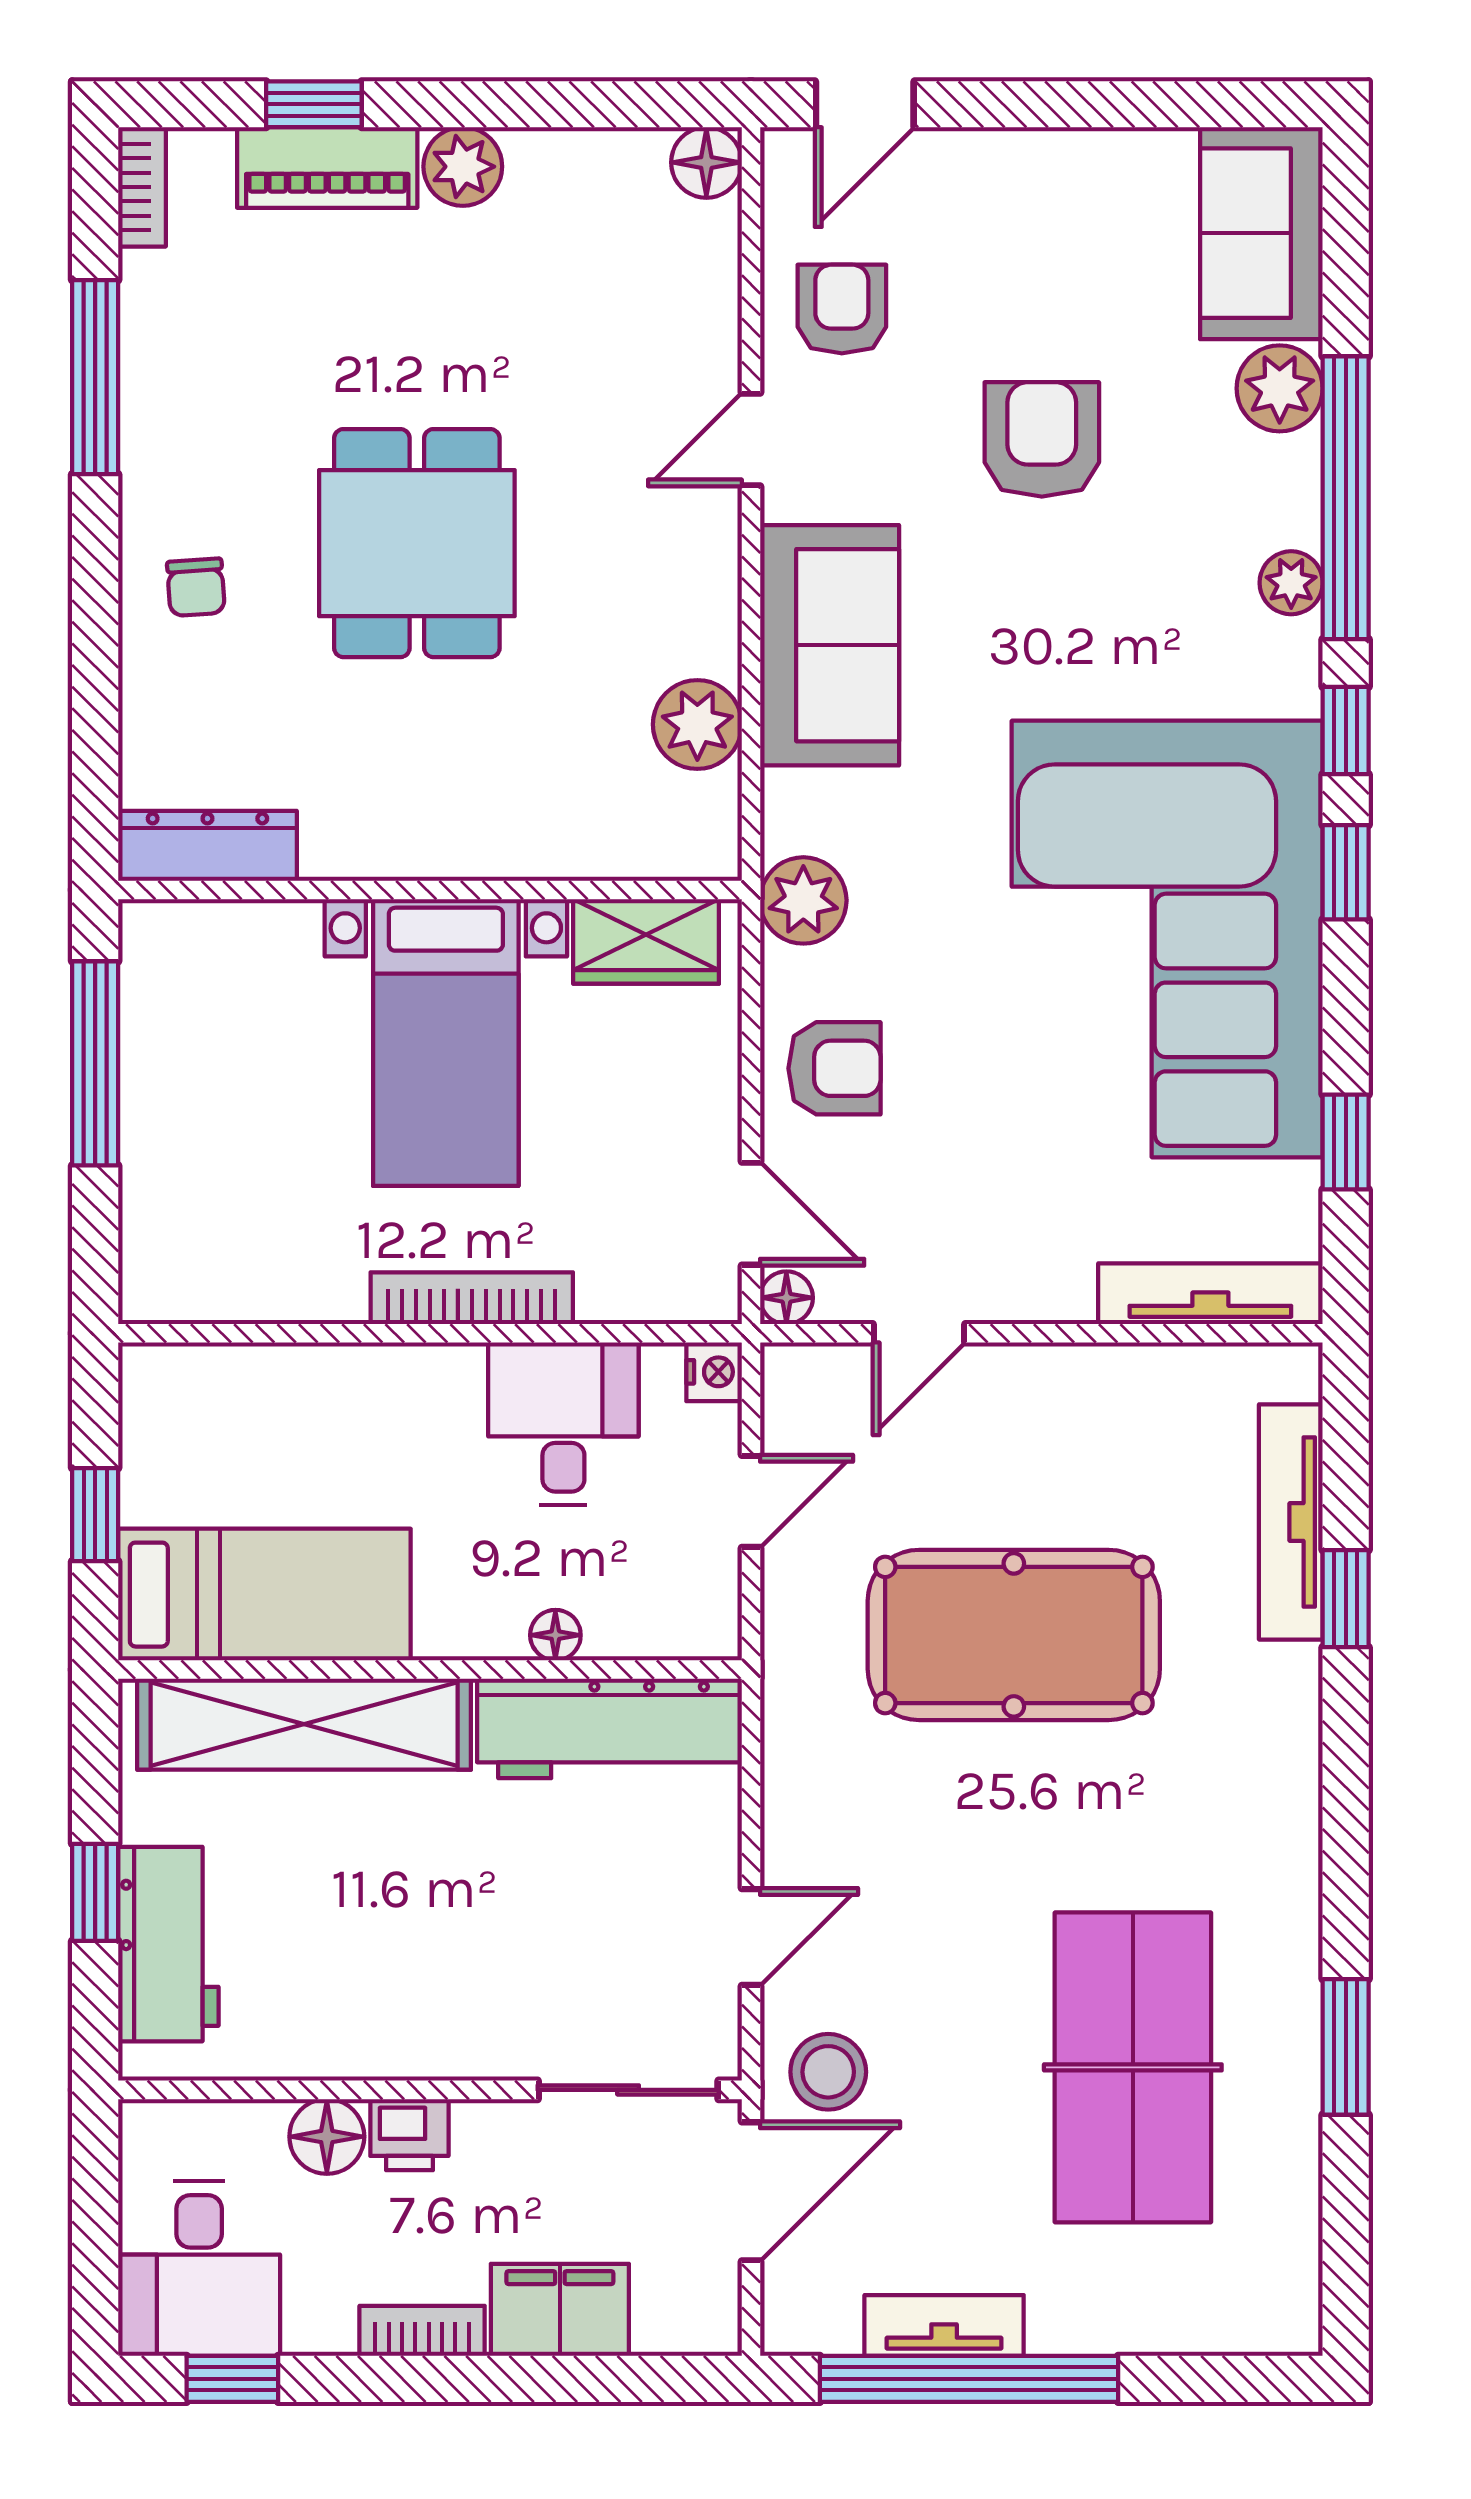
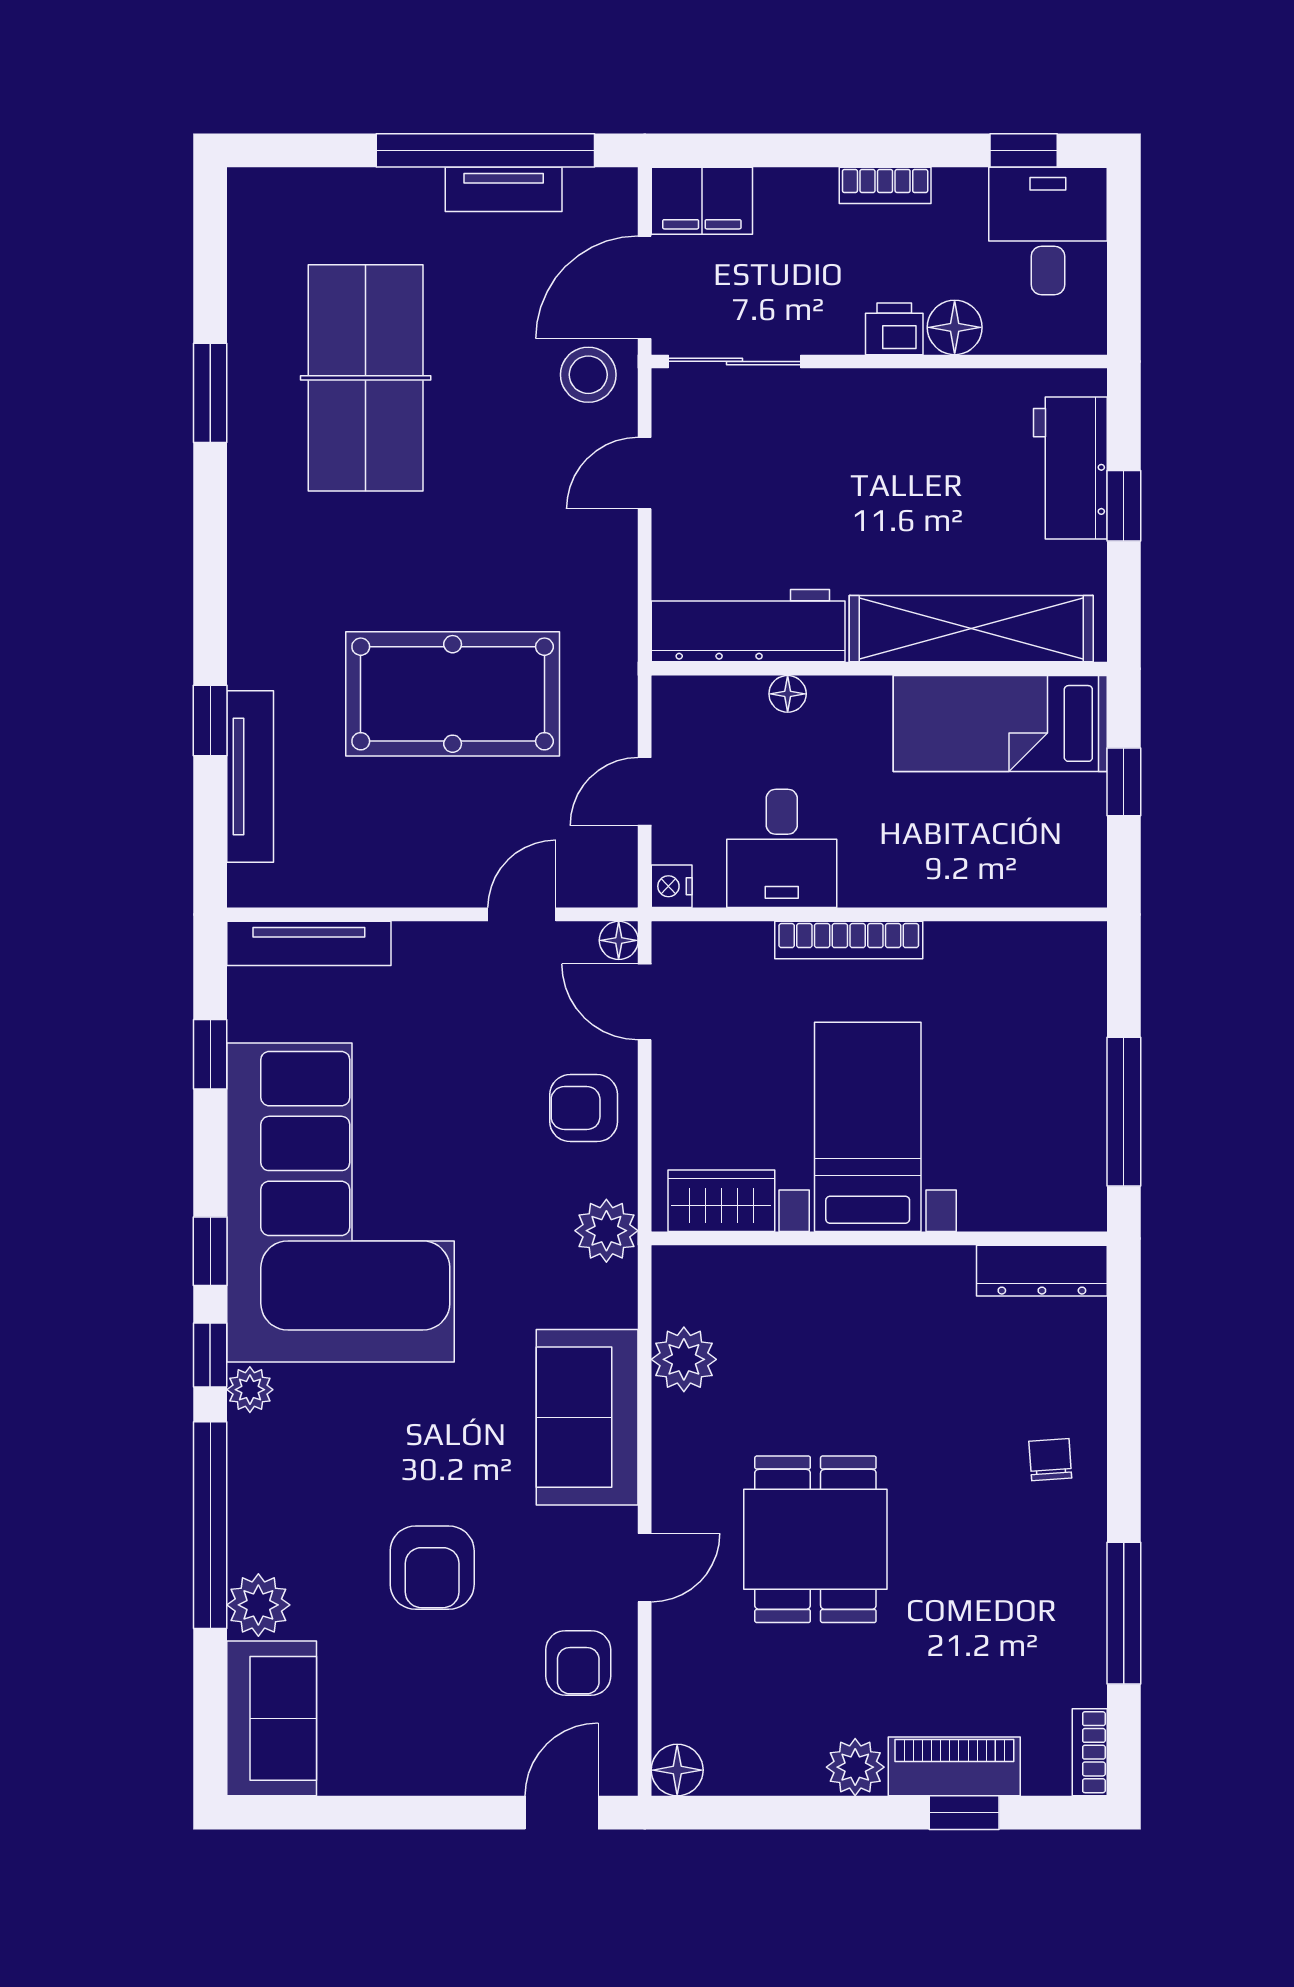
dining table: (417, 543) -> (815, 1539), moved
plant: (1291, 583) -> (250, 1390), moved
filing cabinet: (560, 2310) -> (702, 201), moved

